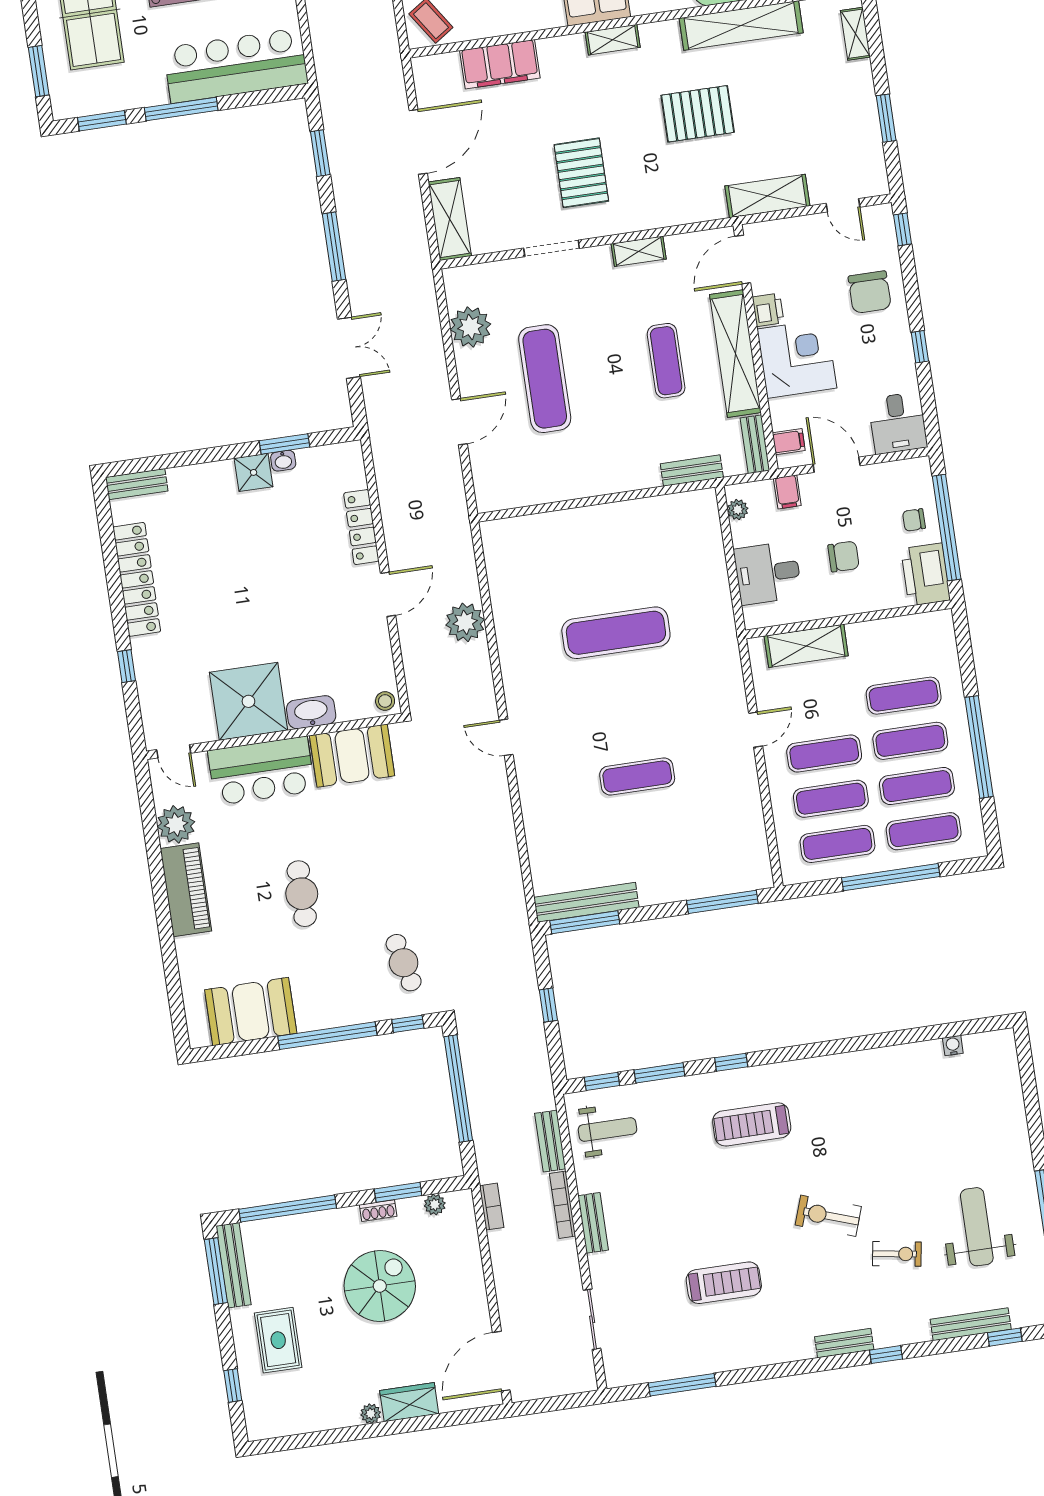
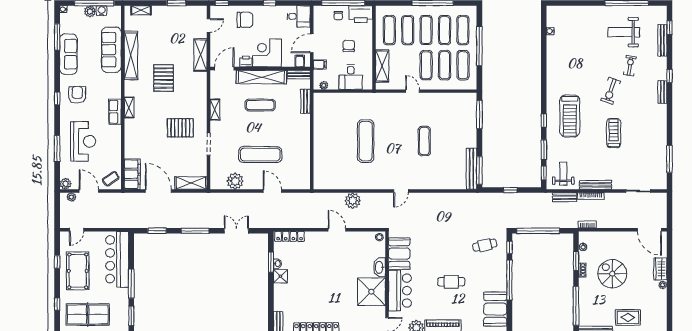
filing cabinet: (500, 64) -> (132, 174), moved
door: (743, 260) -> (224, 69), swing flipped
locker: (361, 527) -> (290, 236), moved
exercise mat: (897, 650) -> (389, 30), added
treadmill: (752, 1124) -> (570, 116), width x1.37, depth x1.38
bench: (593, 1223) -> (595, 185), width x1.36
treadmill: (724, 1283) -> (614, 133), moved

